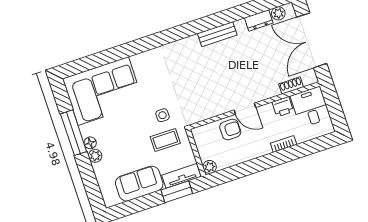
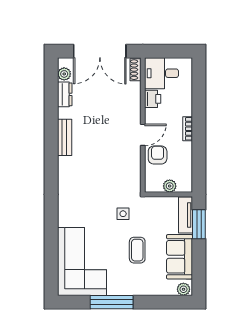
shoe rack: (291, 85) -> (135, 70), moved
coffee table: (165, 140) -> (137, 250), moved
floor lamp: (90, 143) -> (126, 290), removed
bookcase: (284, 144) -> (188, 129), moved
plant: (95, 156) -> (183, 289), moved
plant: (210, 167) -> (170, 186), moved

